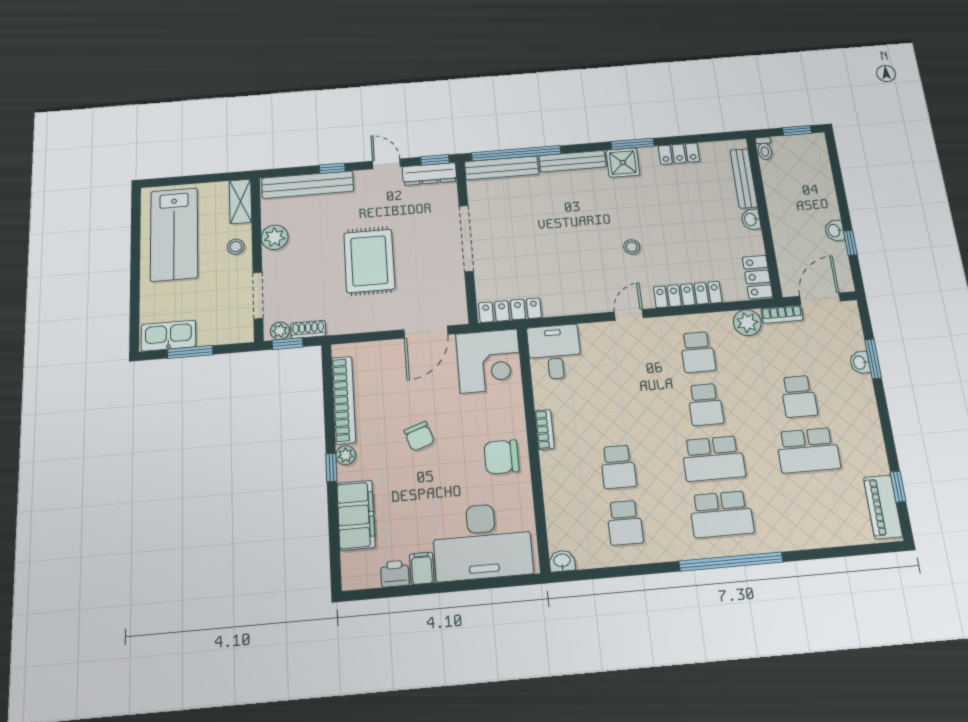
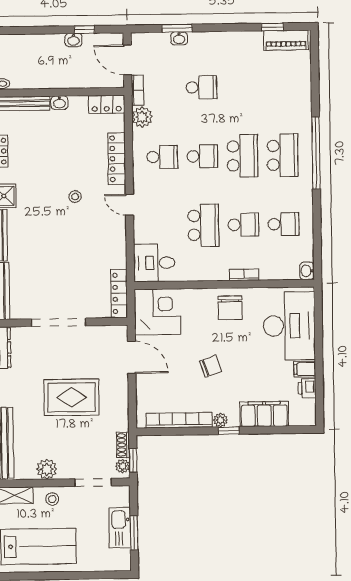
kitchen sink: (168, 336) -> (120, 528), moved
bookcase: (544, 430) -> (244, 275), moved
school desk: (808, 450) -> (203, 225), moved

